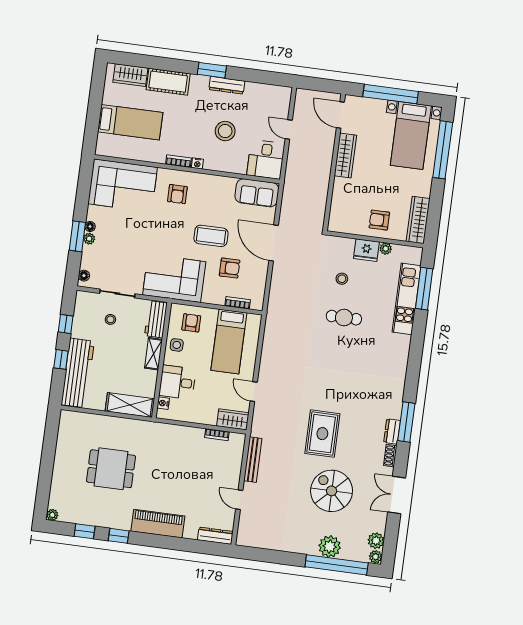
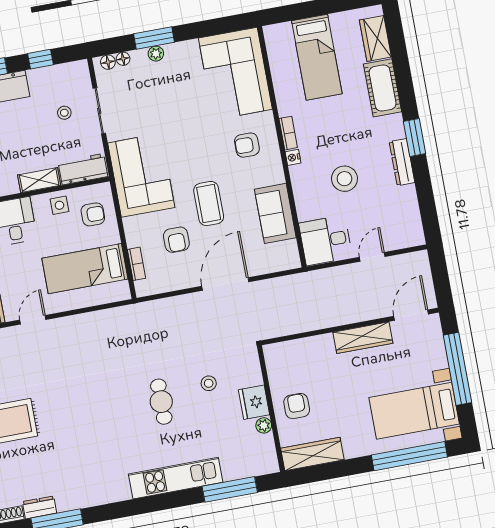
sofa: (257, 193) -> (275, 213), moved
floor lamp: (90, 226) -> (123, 59), moved
kitchen unit: (407, 299) -> (176, 478), moved

